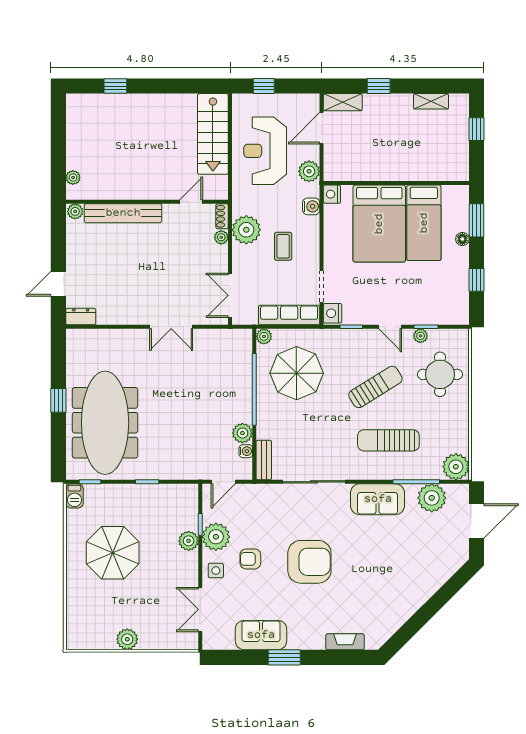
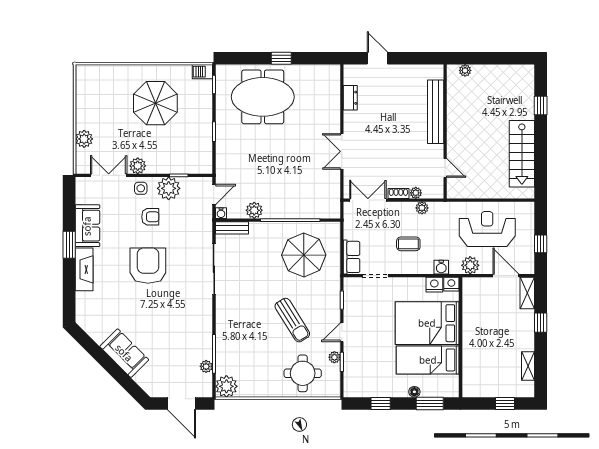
window: (264, 86) -> (541, 244), moved
stairs: (213, 134) -> (522, 154), moved, turned -90
plant: (75, 211) -> (437, 72), removed
shoe rack: (222, 216) -> (398, 193), moved
plant: (246, 230) -> (422, 208), width x0.53, depth x0.53
nightstand: (333, 313) -> (434, 285), moved
row of seats: (289, 315) -> (352, 257), width x0.68
dresser: (81, 317) -> (350, 98), moved
plant: (264, 336) -> (334, 228), removed
meeting table: (105, 423) -> (263, 97), width x0.73
sun lounger: (388, 440) -> (248, 331), removed
water cooler: (246, 451) -> (221, 213), moved
door: (223, 482) -> (214, 194), swing flipped
plant: (432, 498) -> (206, 366), width x0.53, depth x0.53
sofa: (378, 499) -> (124, 353), moved, turned 135
plant: (189, 541) -> (138, 166), moved
armchair: (250, 559) -> (150, 217), turned 90
armchair: (309, 562) -> (148, 266), turned 180
plant: (127, 639) -> (84, 139), moved
fireplace: (345, 642) -> (84, 269), moved, width x1.37, depth x1.32

